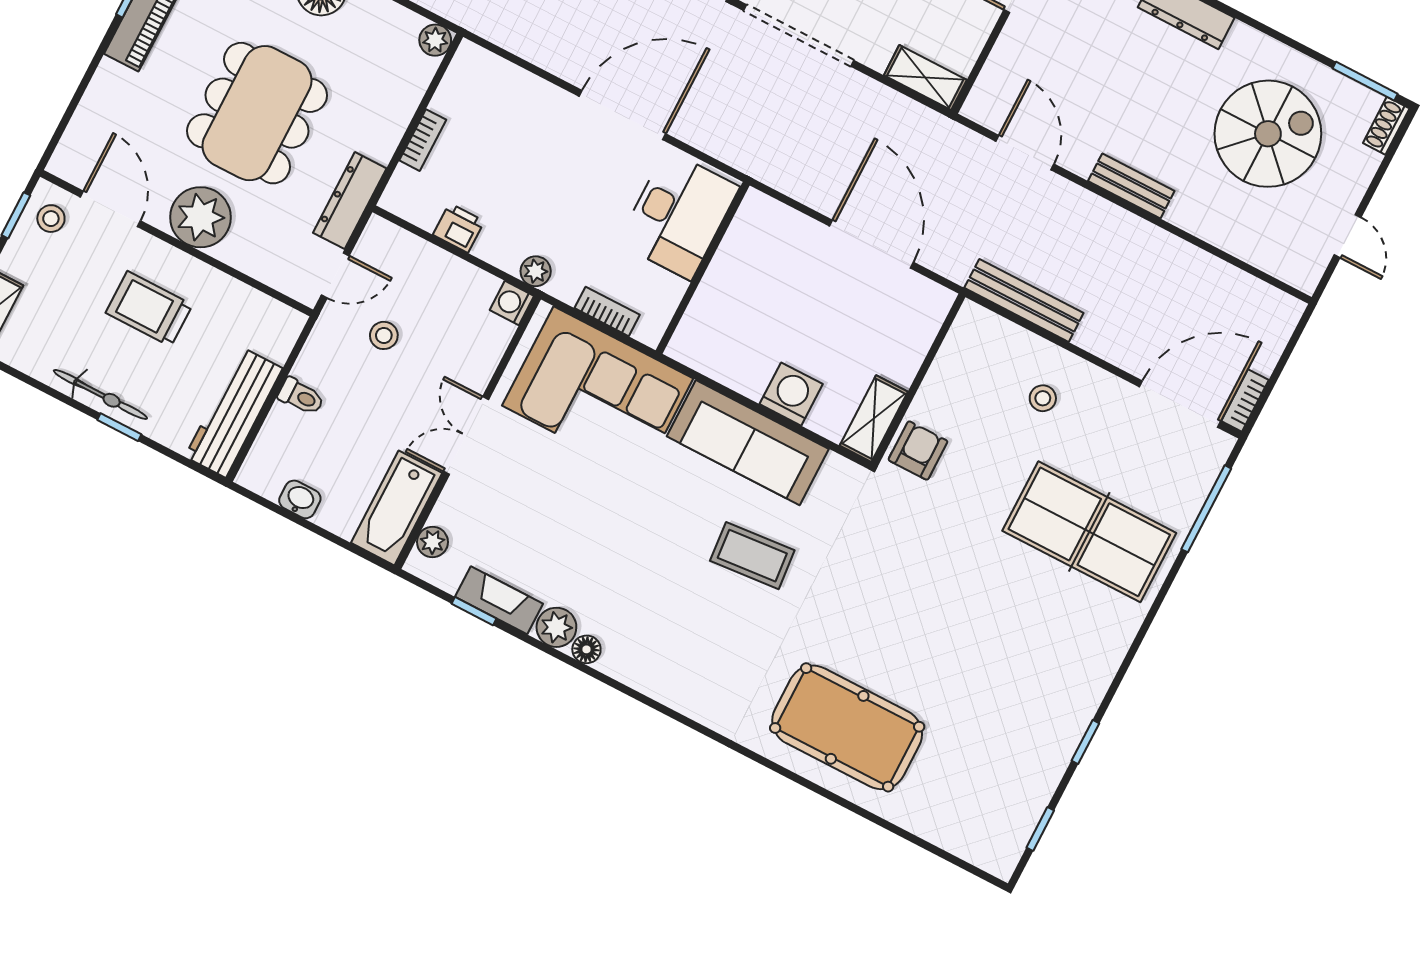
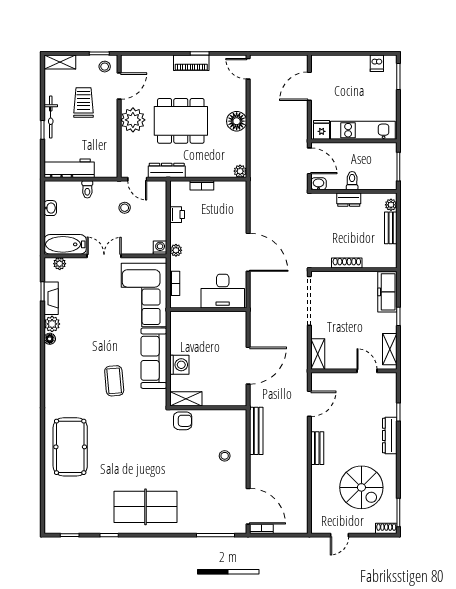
trolley: (149, 309) -> (83, 102), moved
table tennis table: (1089, 532) -> (145, 507), moved, turned 90

